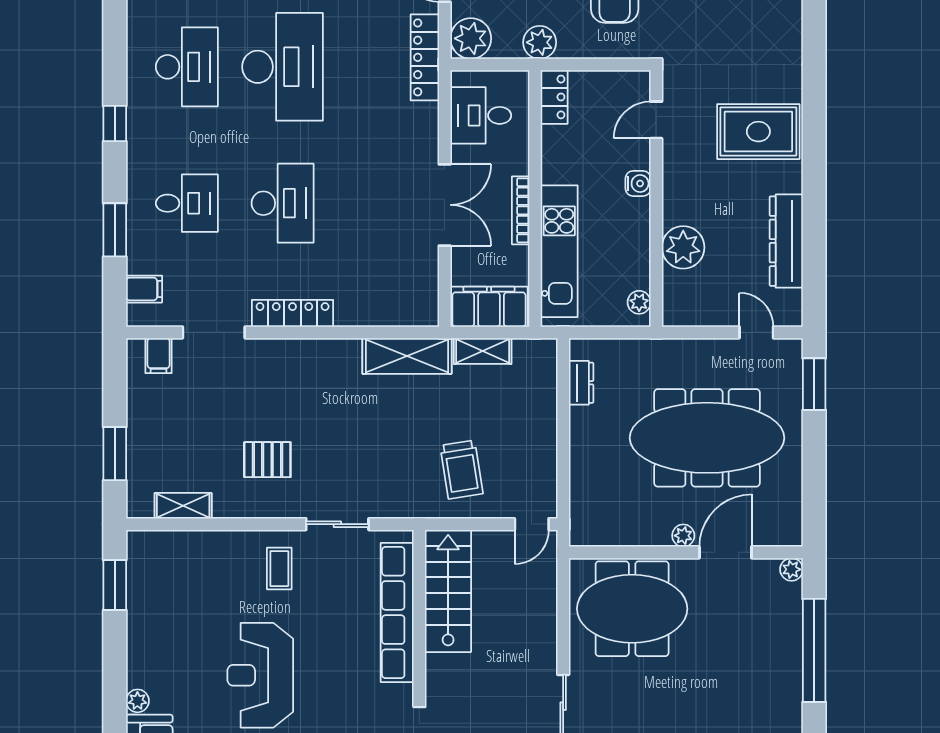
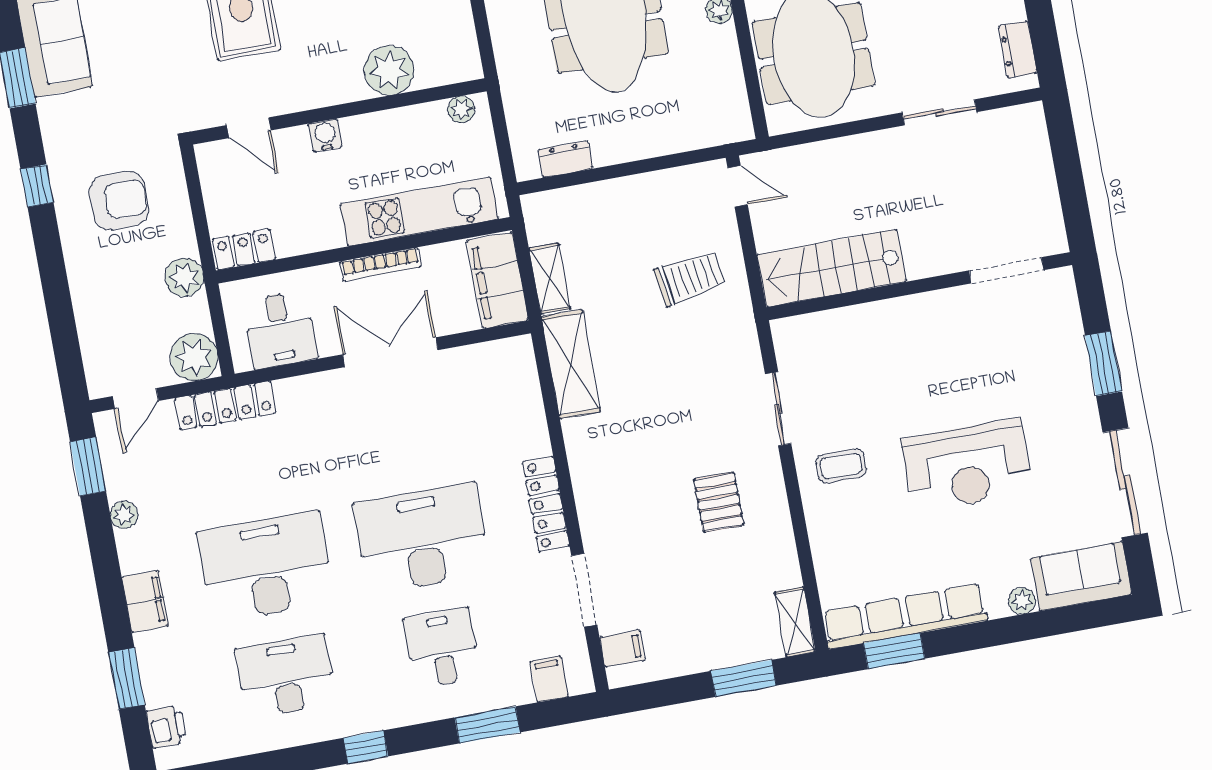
desk: (283, 203) -> (422, 538), width x1.36, depth x1.30
shelving: (183, 506) -> (795, 622), moved
row of seats: (397, 613) -> (905, 616), moved, turned 180

